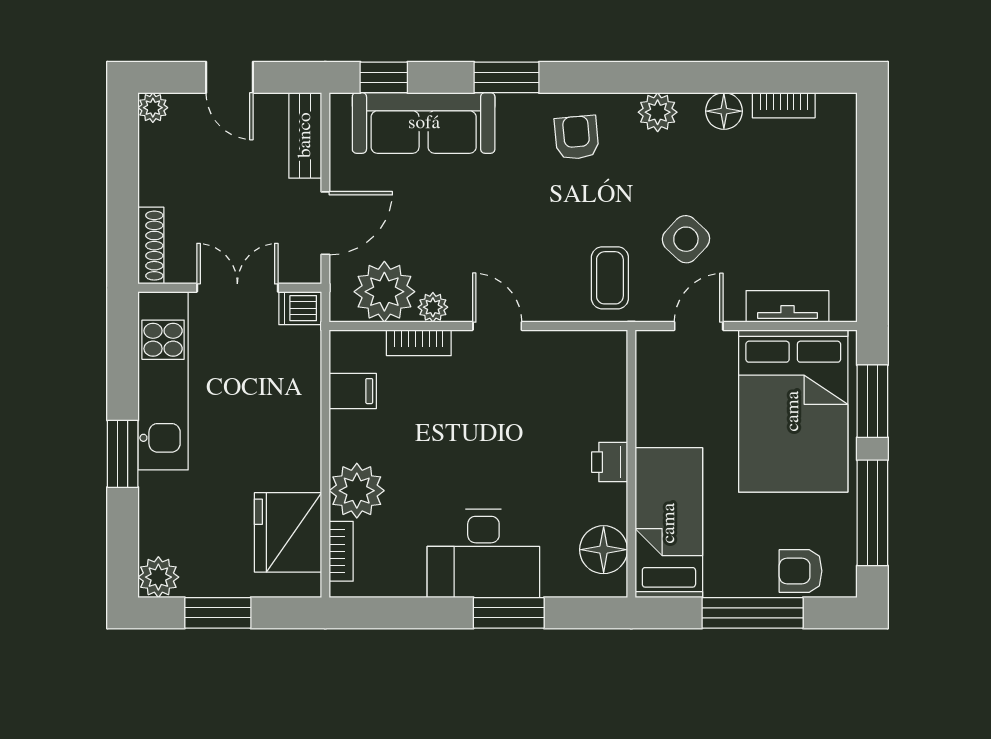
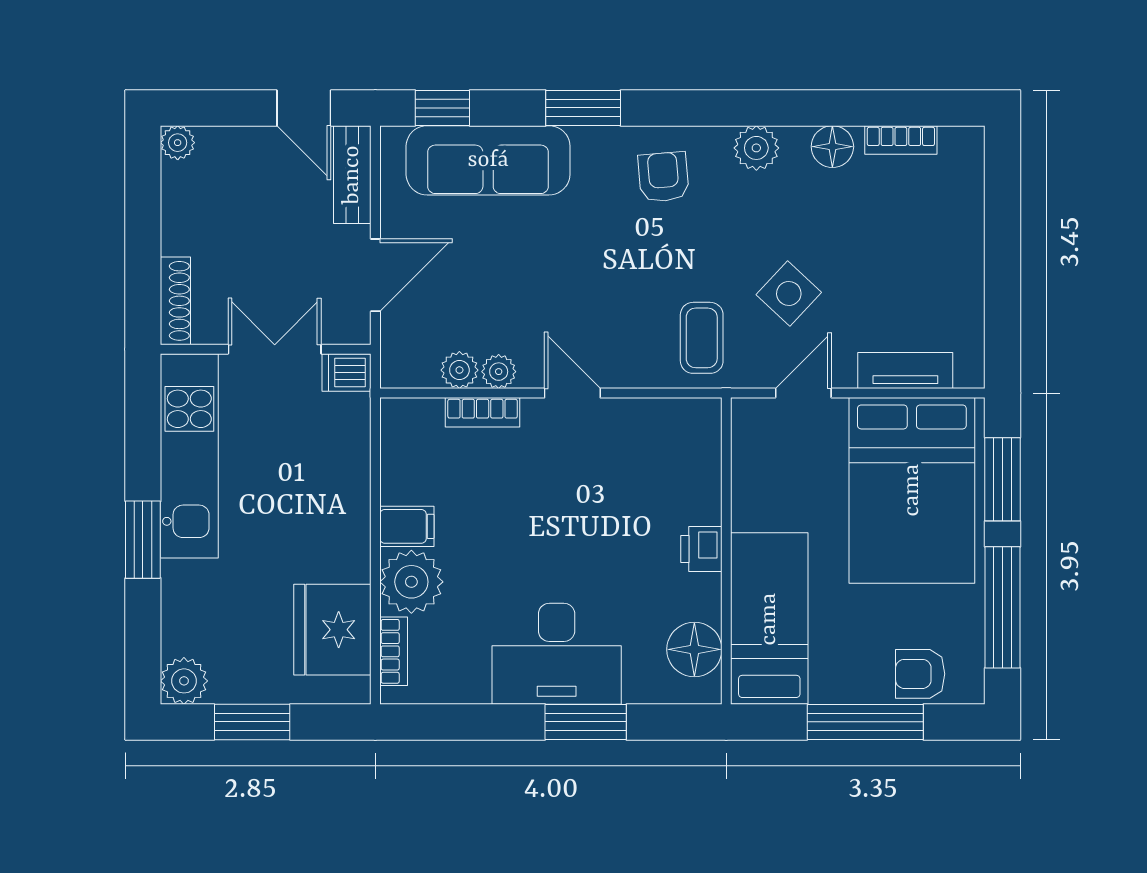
door: (230, 77) -> (304, 108), moved
plant: (384, 292) -> (459, 370), width x0.53, depth x0.53
filing cabinet: (353, 391) -> (407, 526), moved

